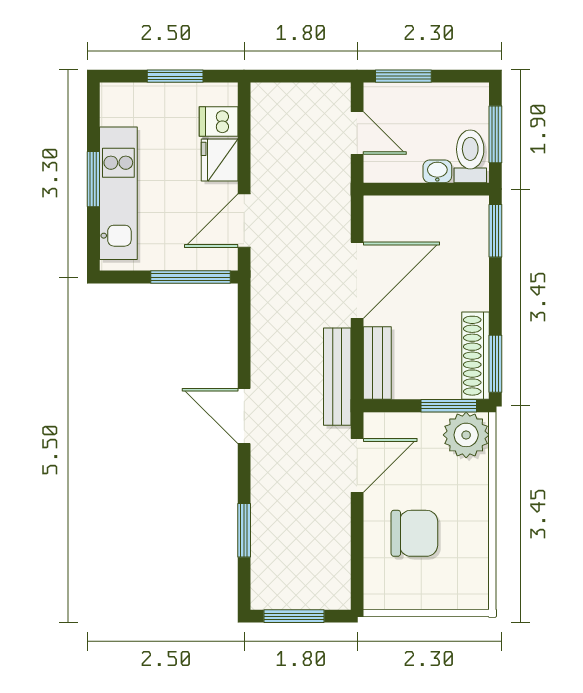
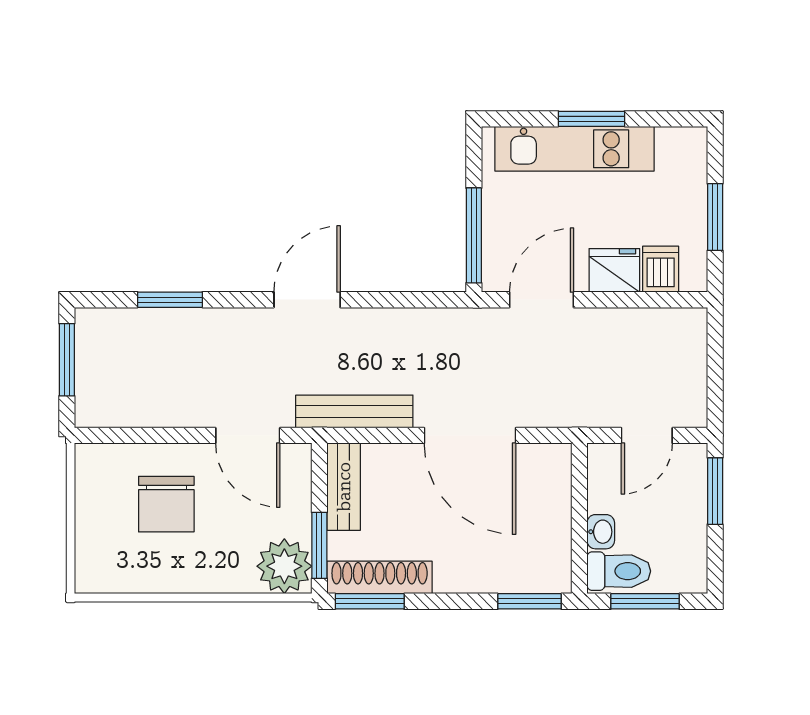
door: (244, 221) -> (542, 300), hinge flipped
bench: (377, 363) -> (344, 487), moved, turned 90

